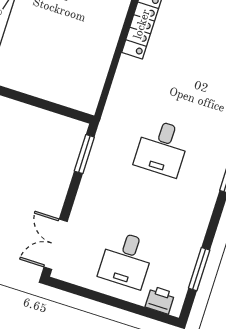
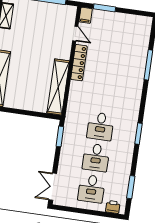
shelving: (97, 63) -> (58, 87), added
desk: (144, 204) -> (96, 158), added

